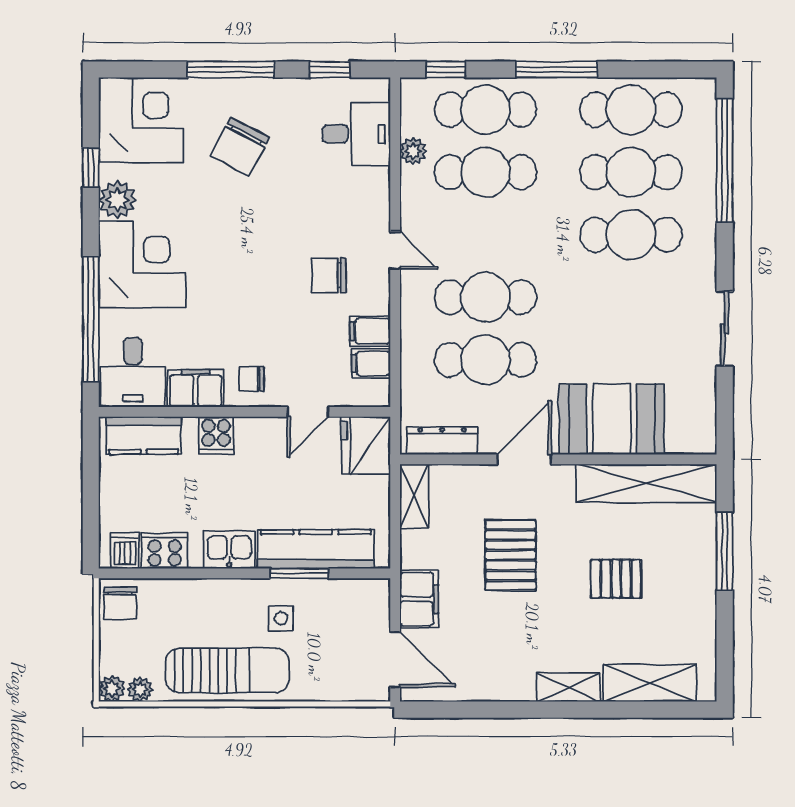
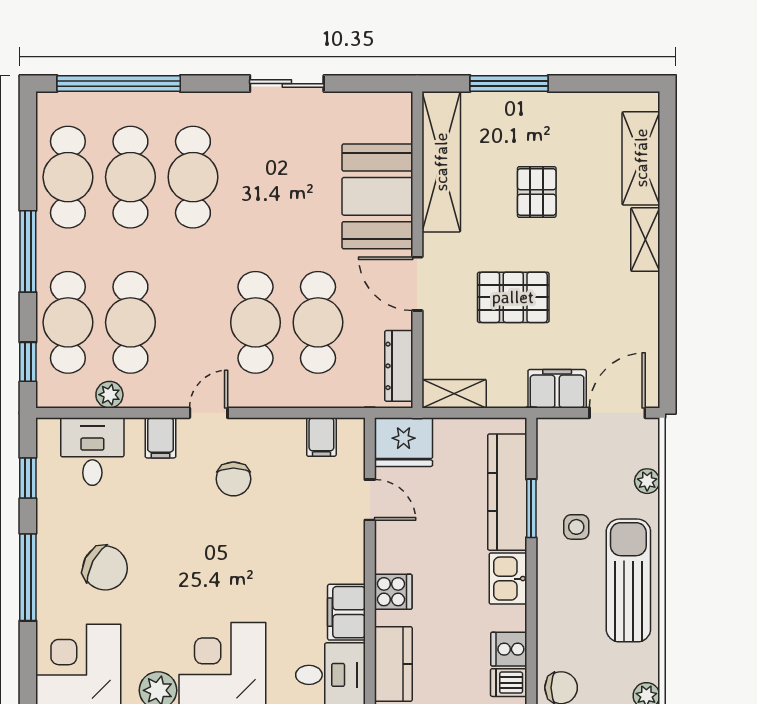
filing cabinet: (370, 331) -> (161, 438), moved
chair: (252, 379) -> (337, 556), removed
cooker: (165, 551) -> (509, 649), width x0.73
plant: (140, 689) -> (647, 481), moved

